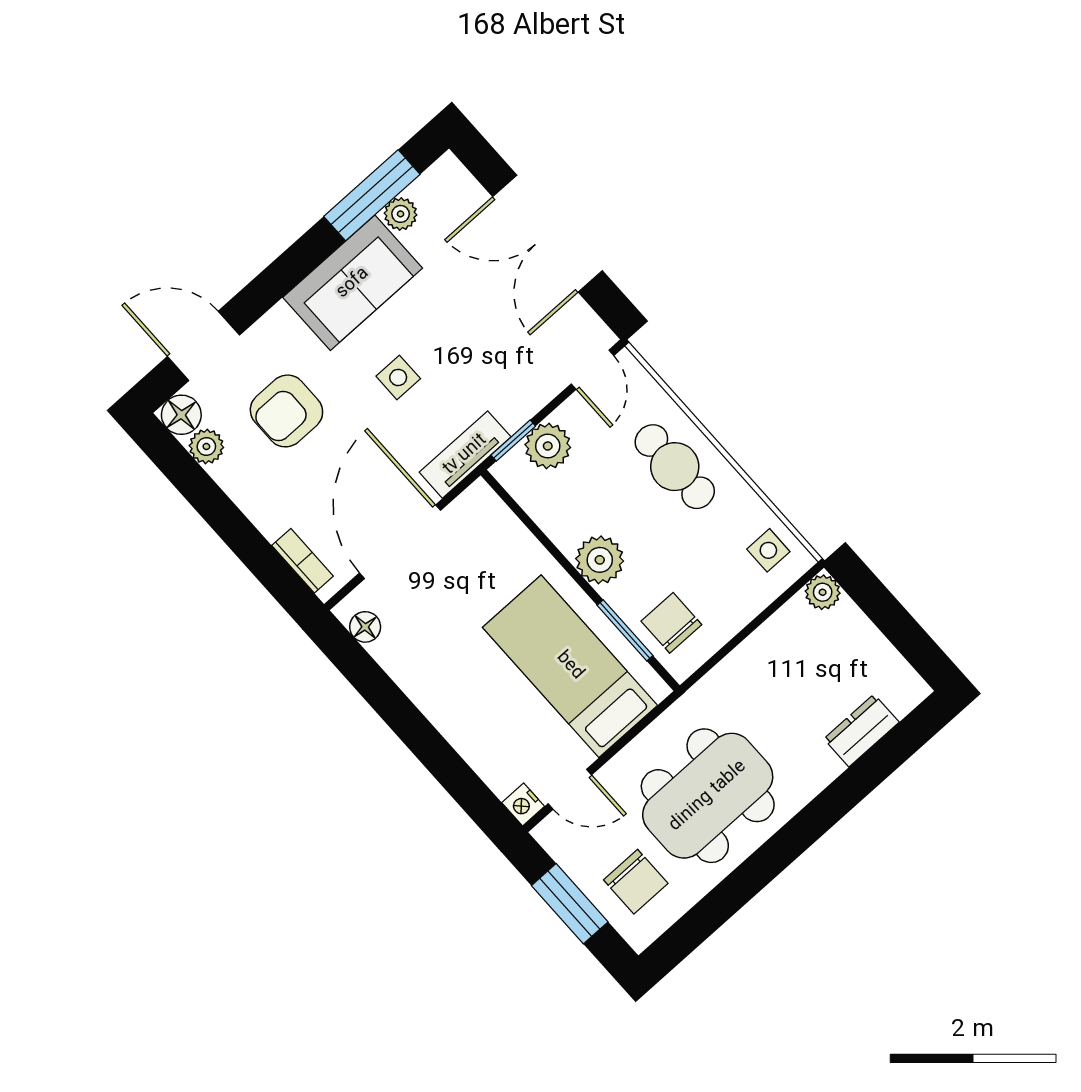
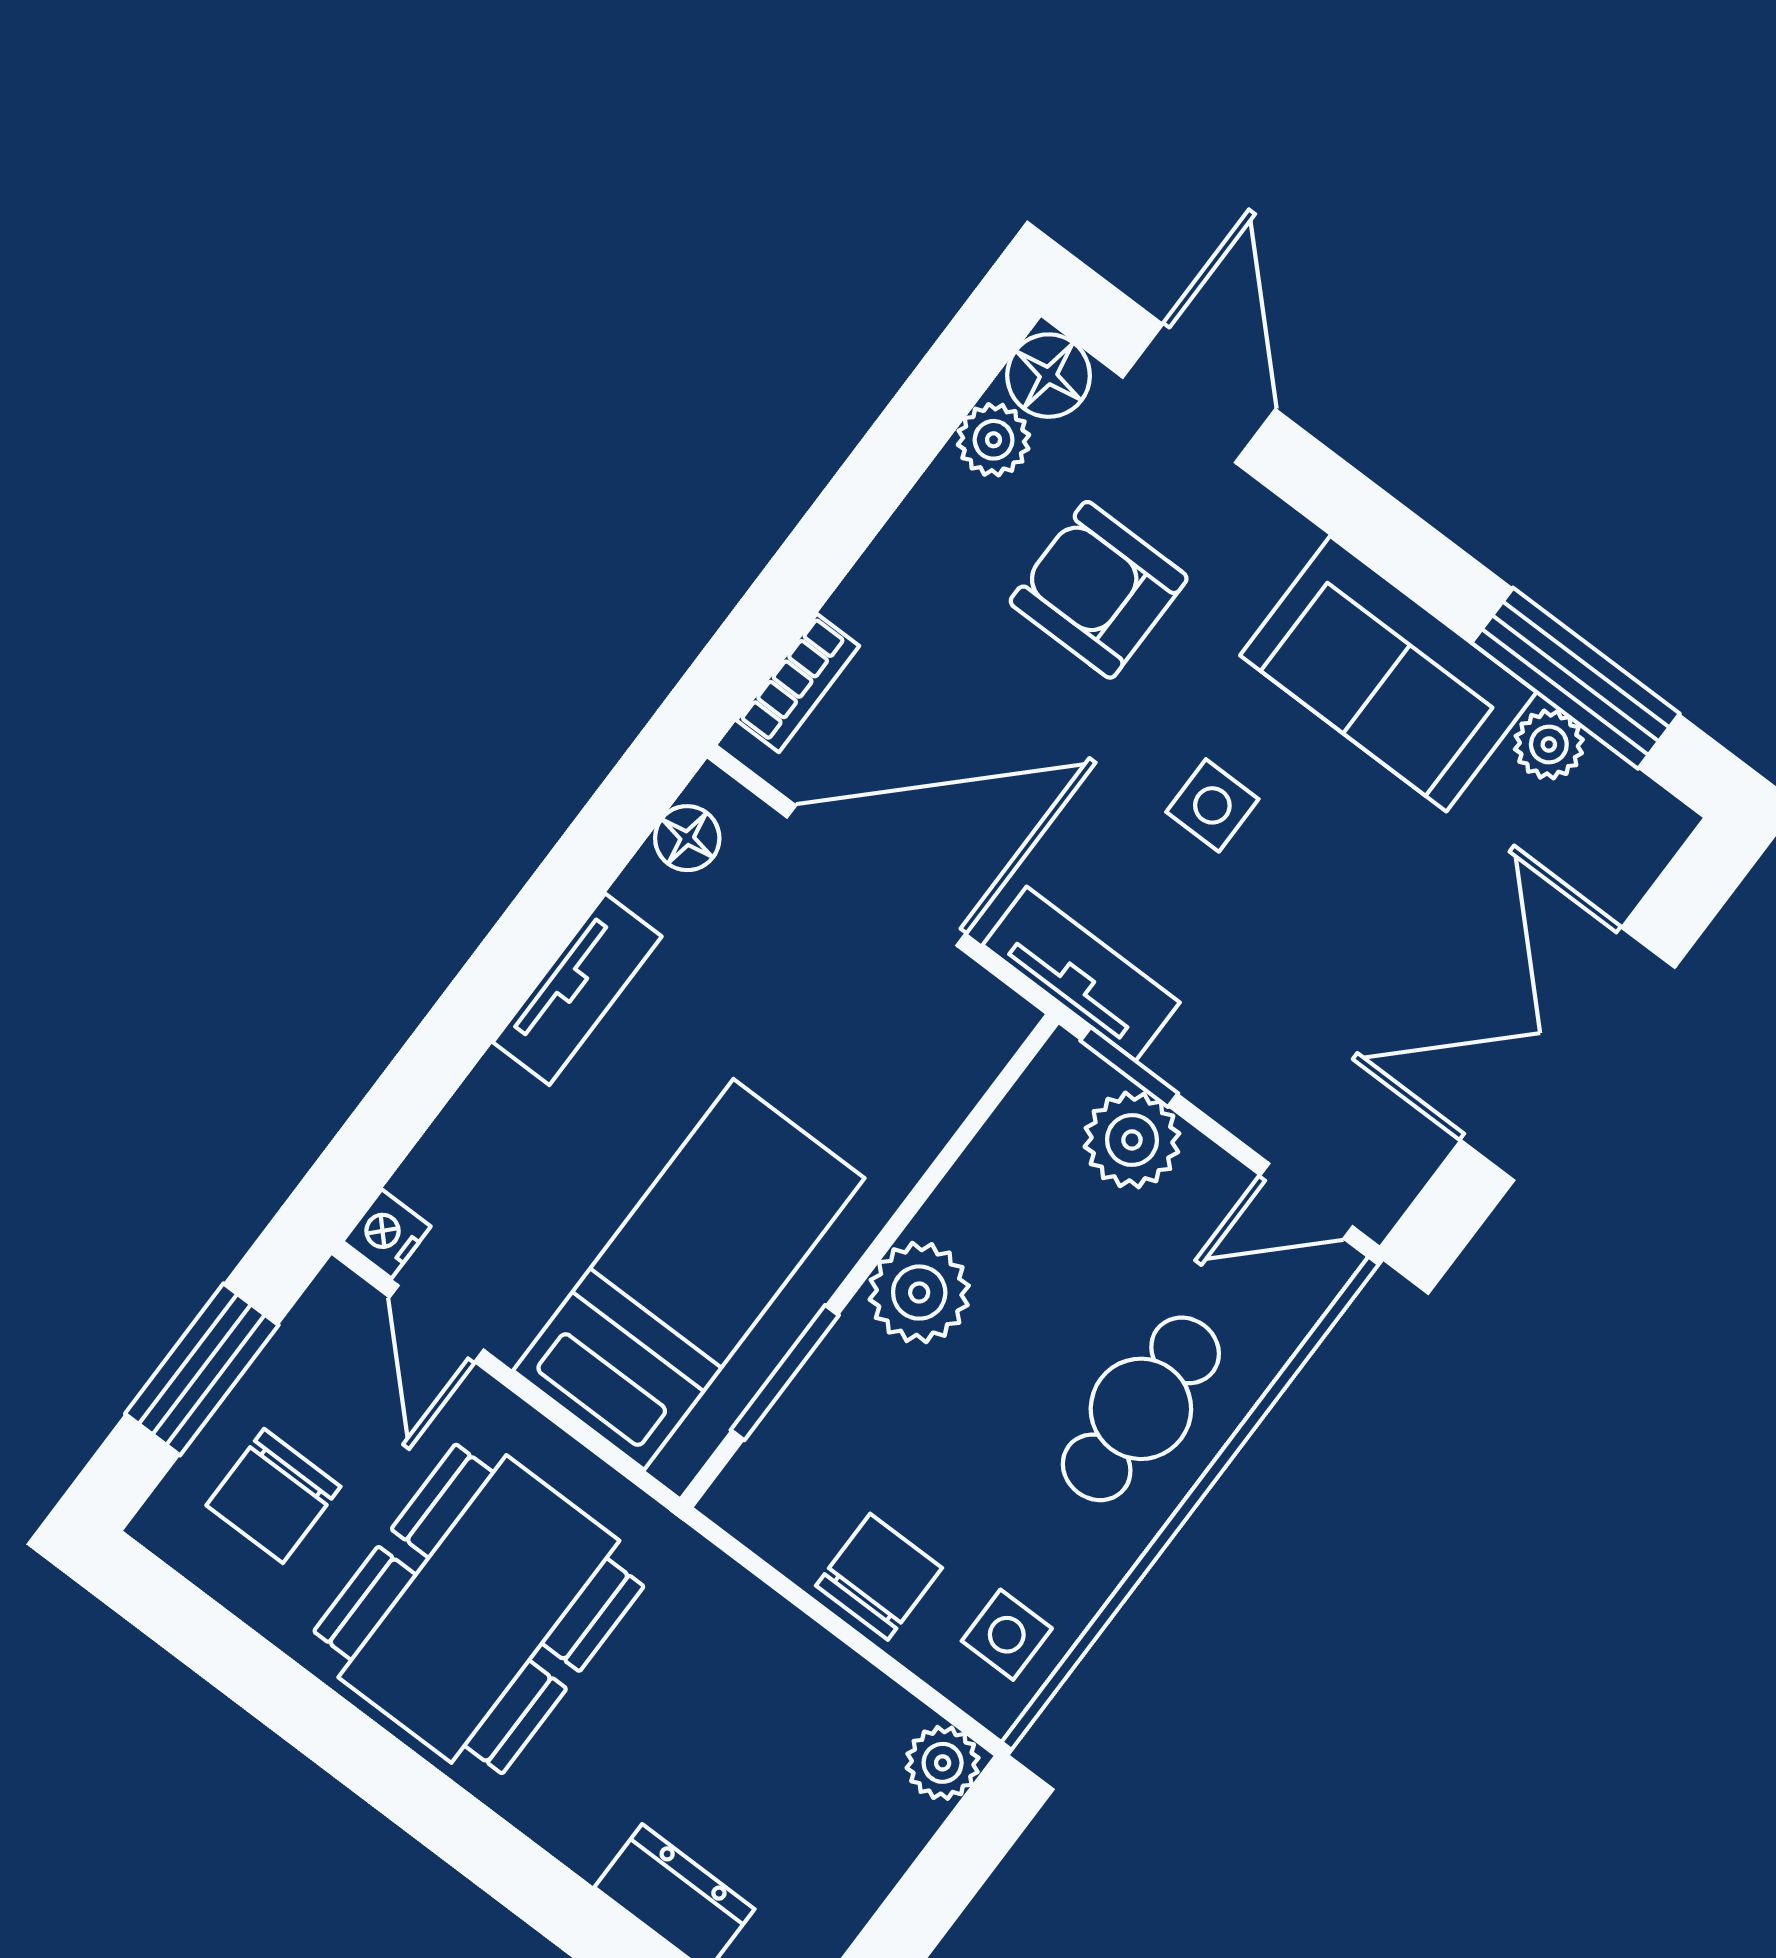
chair: (671, 623) -> (879, 1577), moved
tv unit: (426, 692) -> (577, 989), added
dining table: (708, 796) -> (479, 1609), turned 90

